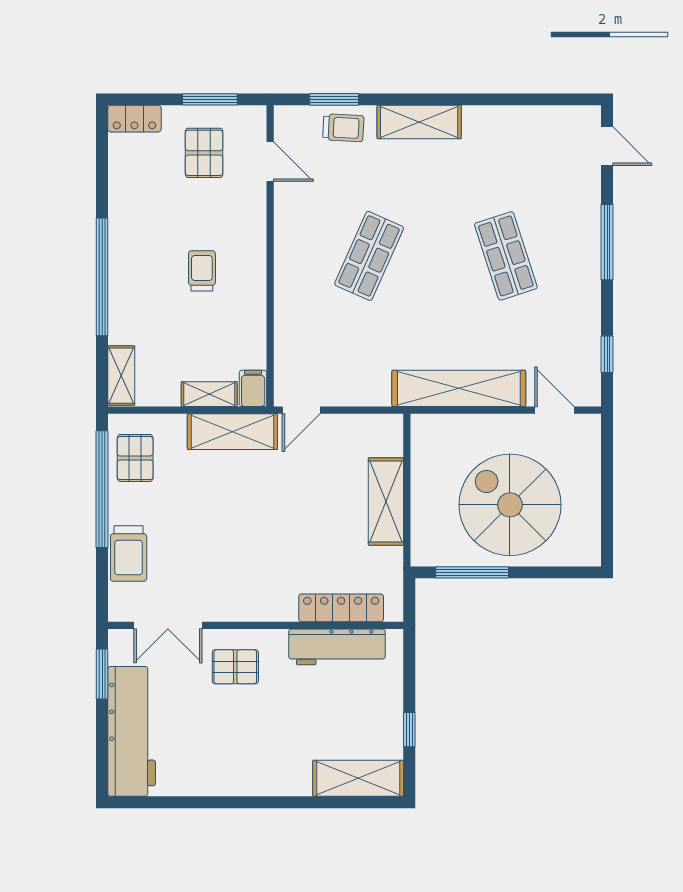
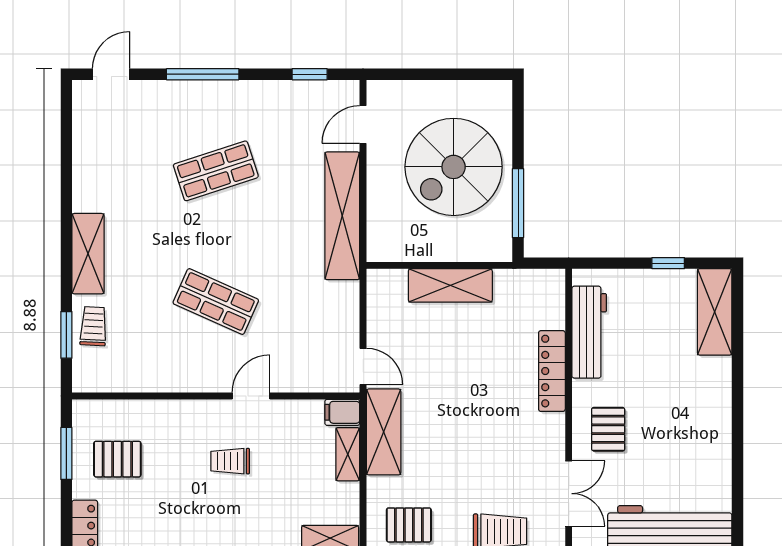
door: (270, 162) -> (251, 396), moved
locker: (341, 608) -> (552, 371), moved

